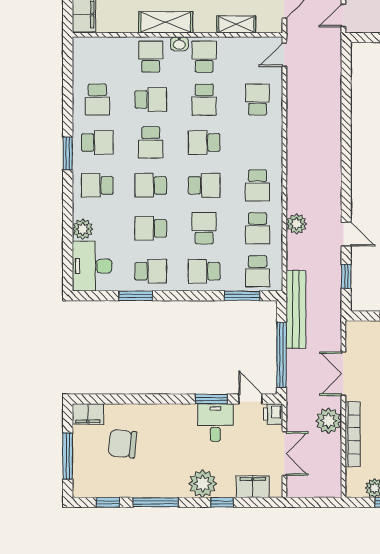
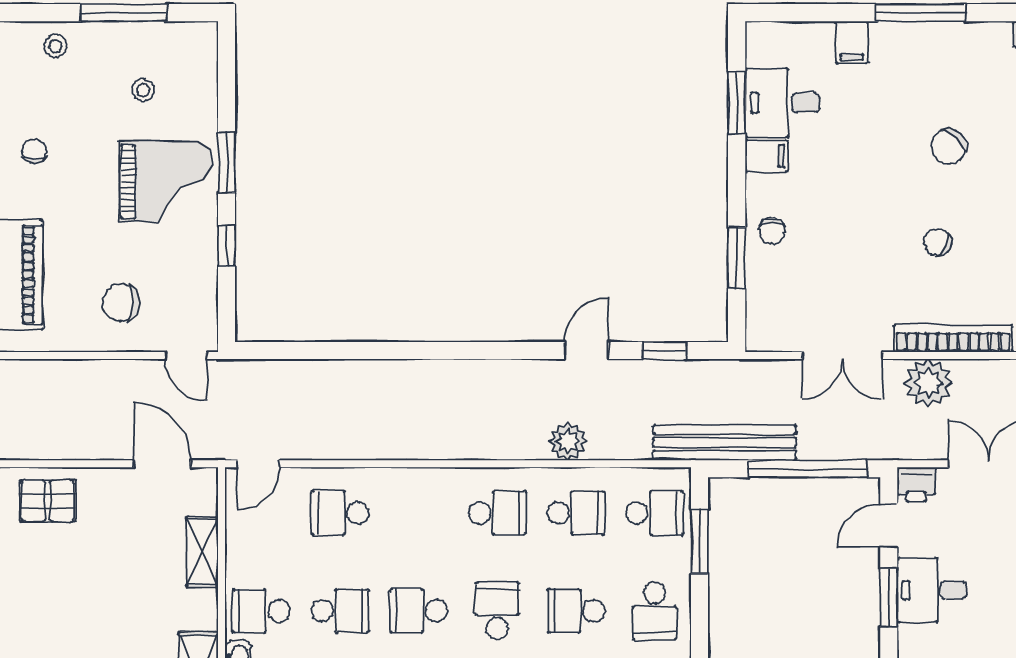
door: (284, 55) -> (258, 464), hinge flipped
school desk: (204, 142) -> (419, 611), turned 90

